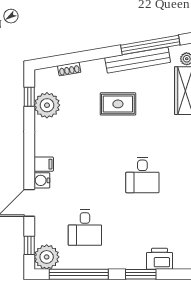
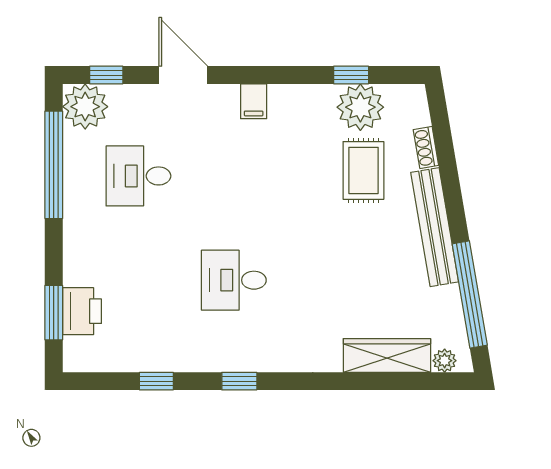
bench: (138, 60) -> (435, 227), moved
window: (29, 97) -> (351, 75), moved
rug: (118, 104) -> (363, 170), moved
water cooler: (42, 180) -> (224, 98), removed
window: (141, 274) -> (54, 313), moved

